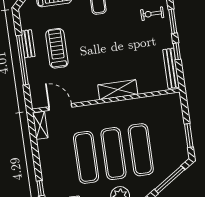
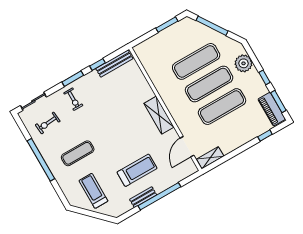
treadmill: (57, 48) -> (137, 170), turned 180
shelving: (118, 90) -> (159, 115), moved

